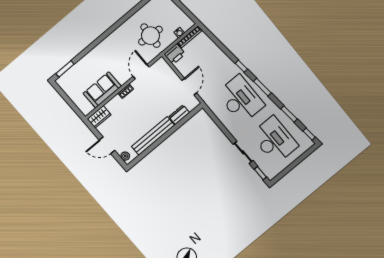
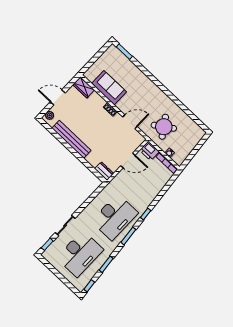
round table: (150, 36) -> (164, 127), turned -38
door: (189, 87) -> (128, 160), moved
dresser: (179, 115) -> (104, 171), moved
door: (107, 145) -> (58, 97), hinge flipped

